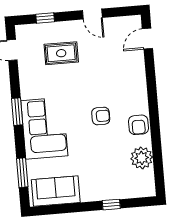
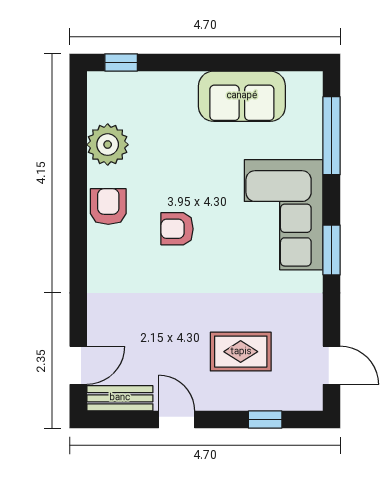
bench: (124, 23) -> (120, 398), added
window: (22, 173) -> (332, 136), width x1.44
sofa: (56, 191) -> (242, 96), moved
window: (111, 205) -> (121, 62), moved

